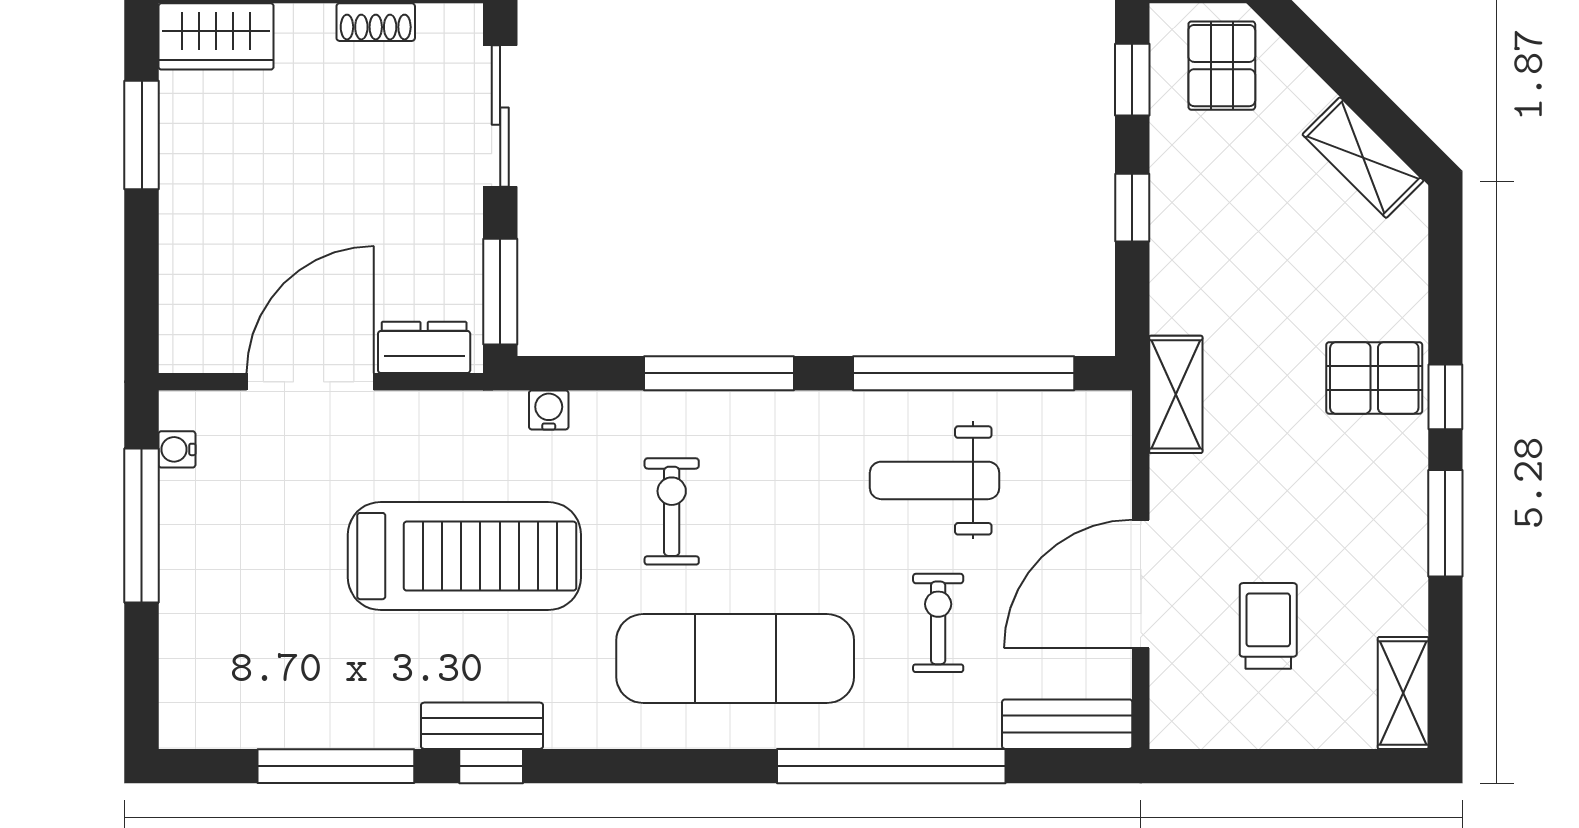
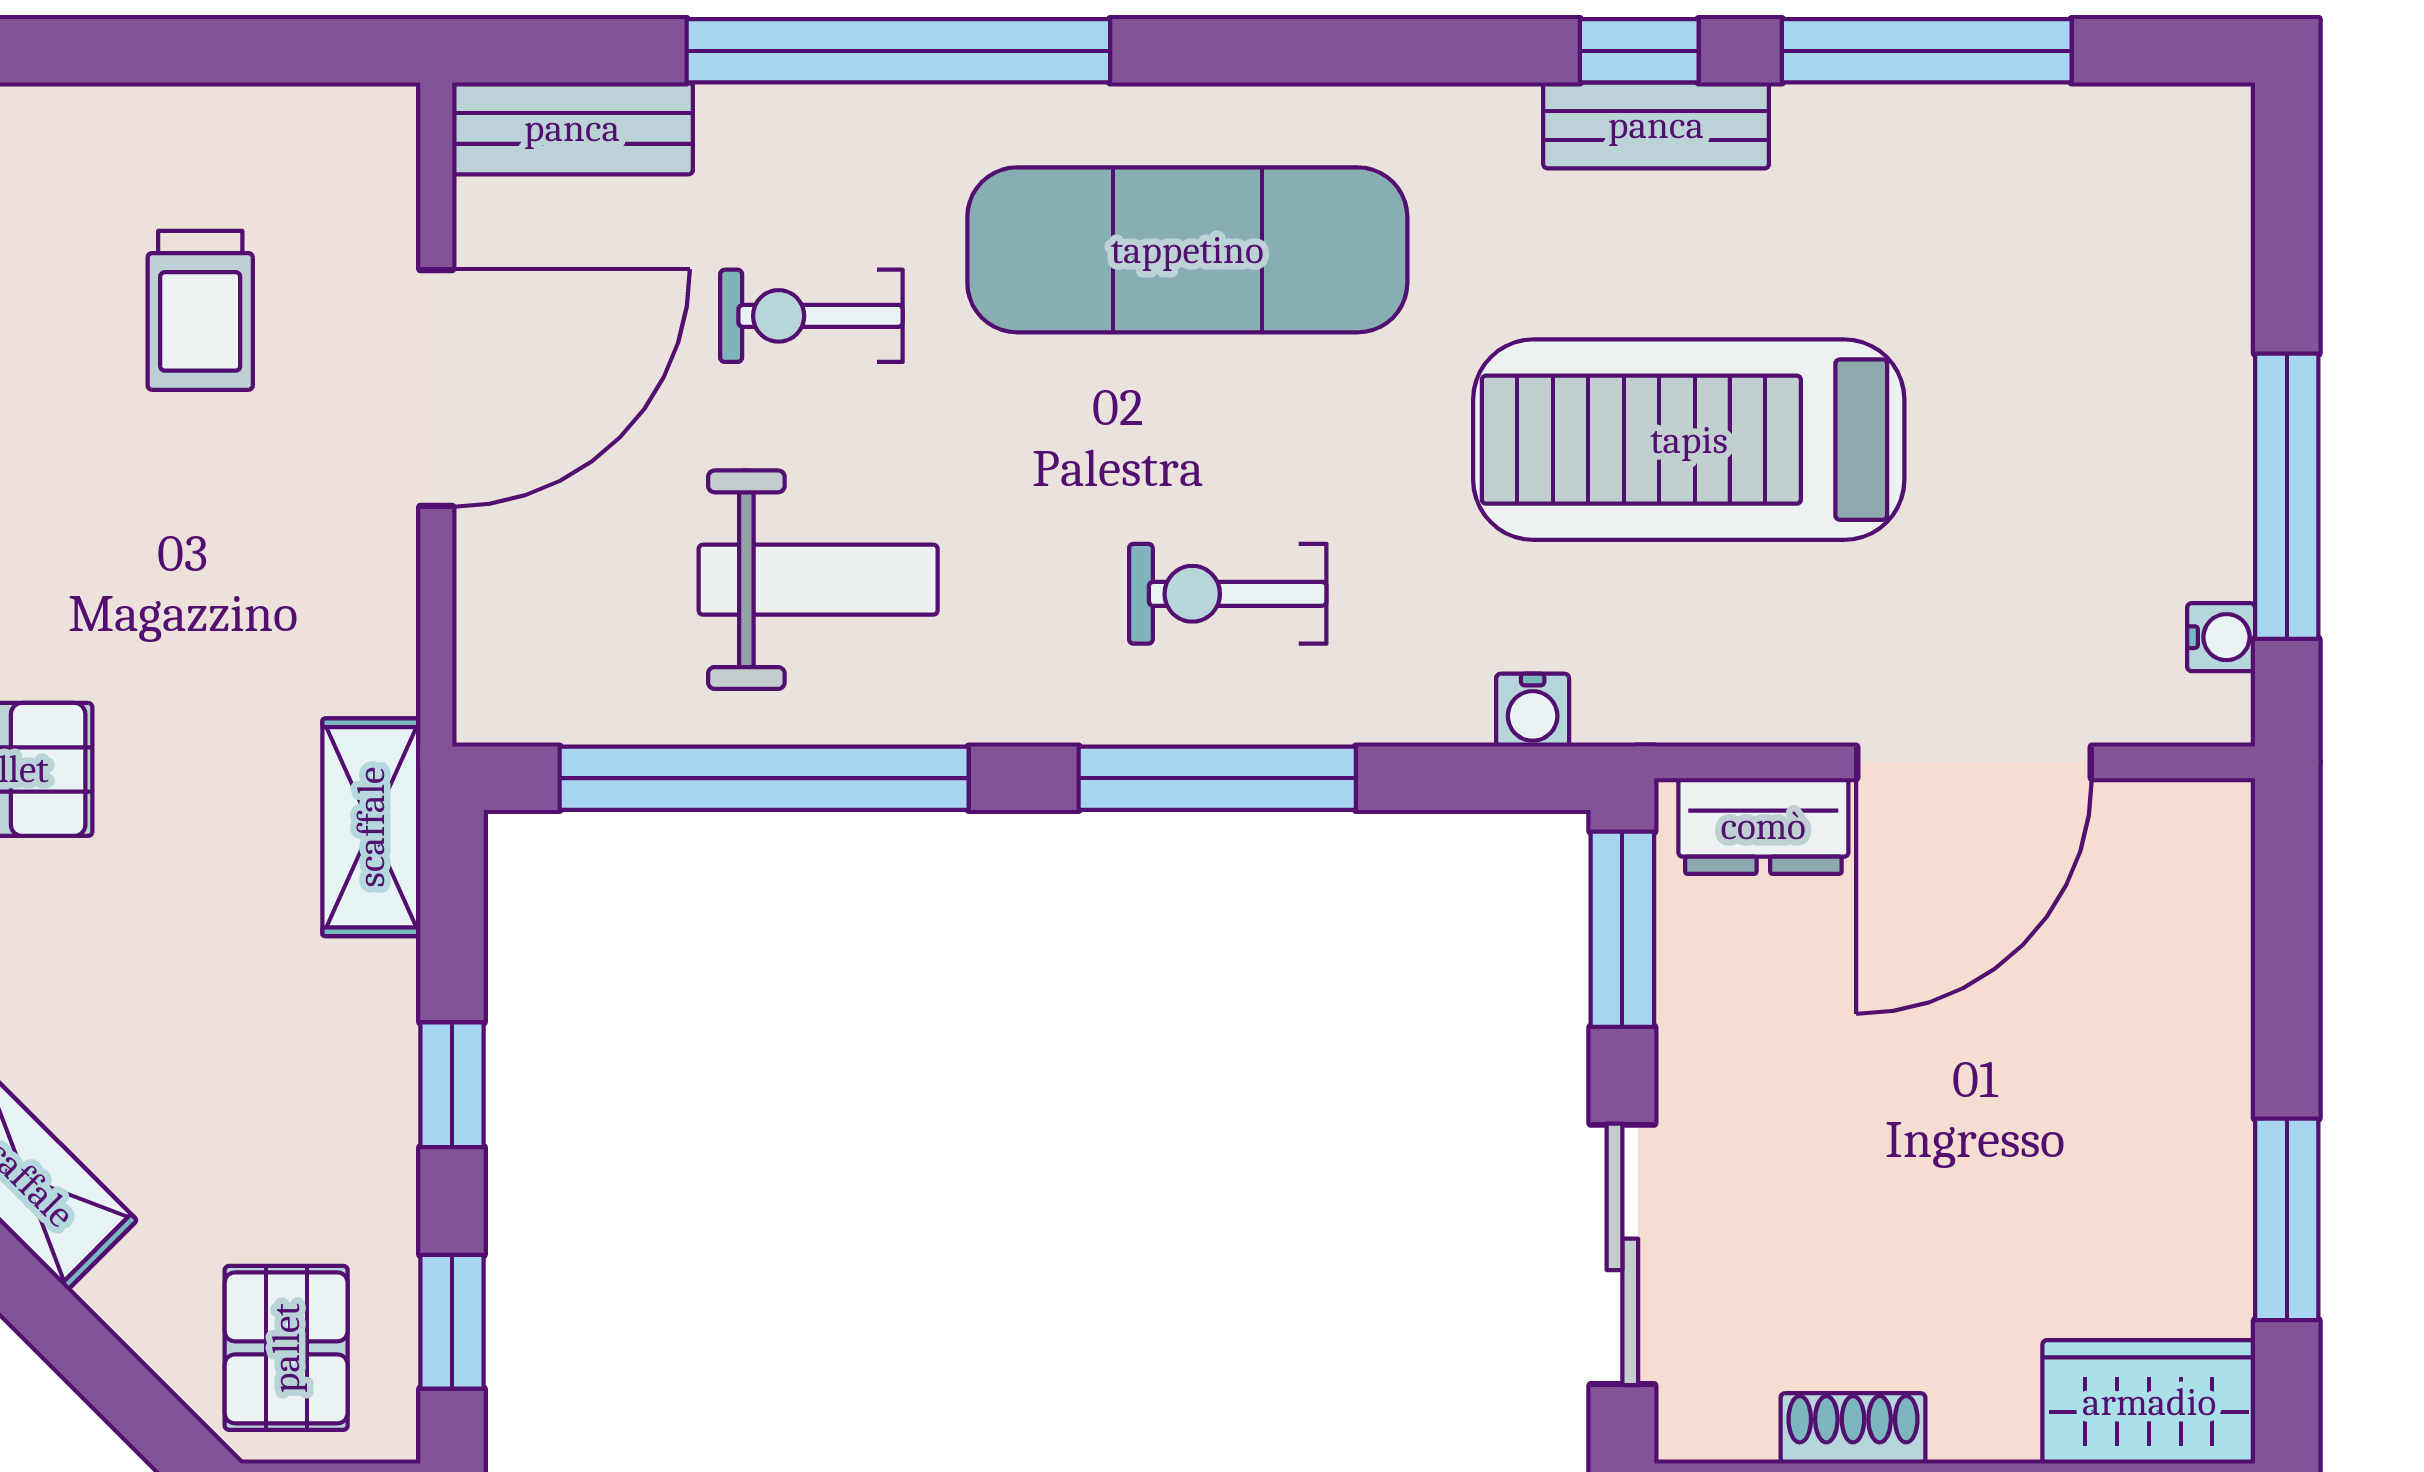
shelving: (1176, 394) -> (371, 827), moved
exercise bike: (672, 511) -> (1228, 594), moved, turned 90
exercise bike: (938, 623) -> (811, 316), turned 90

